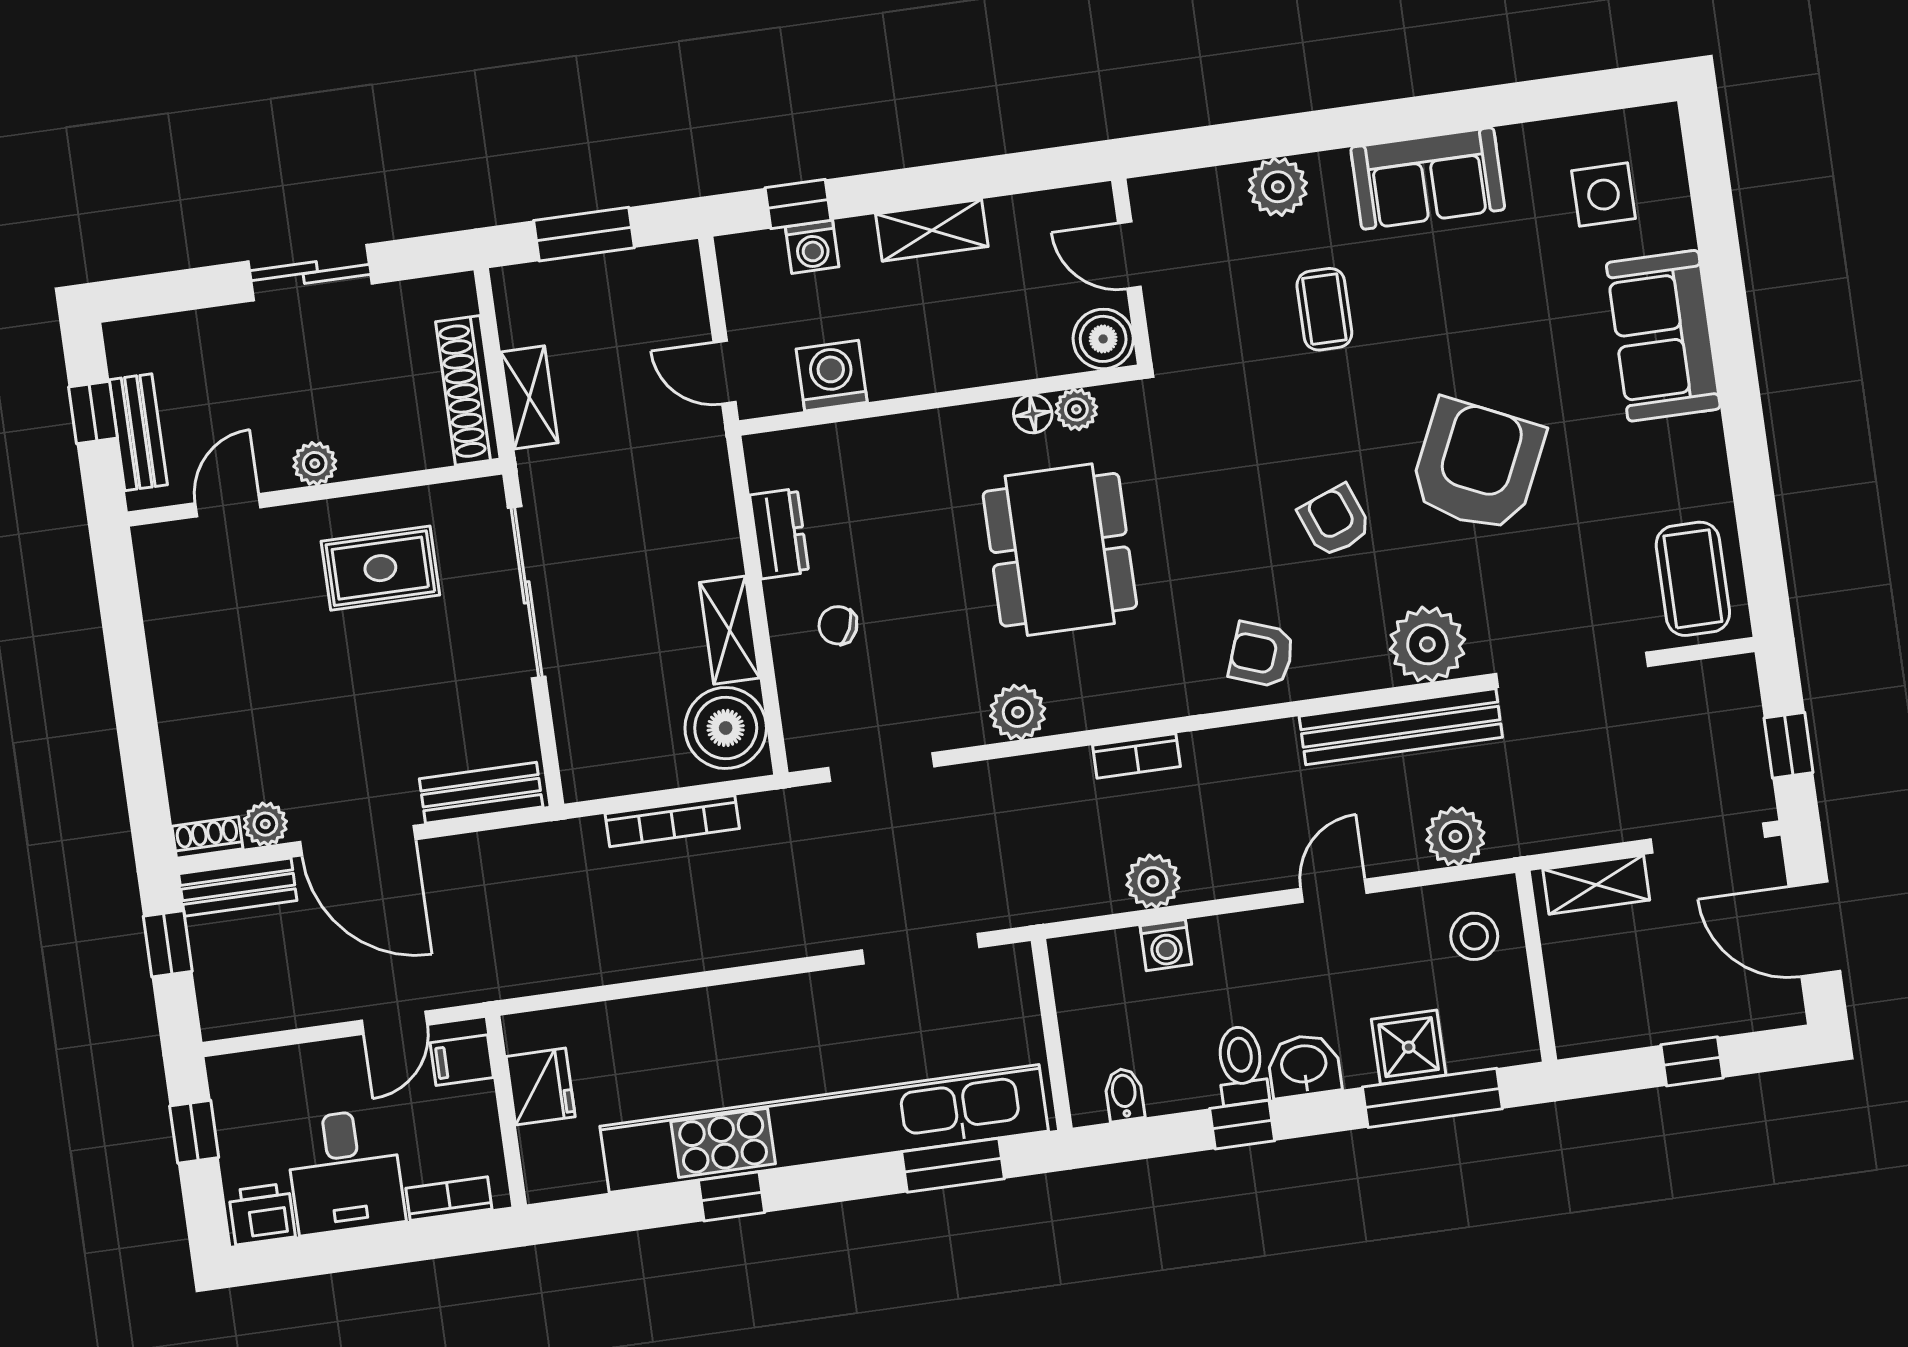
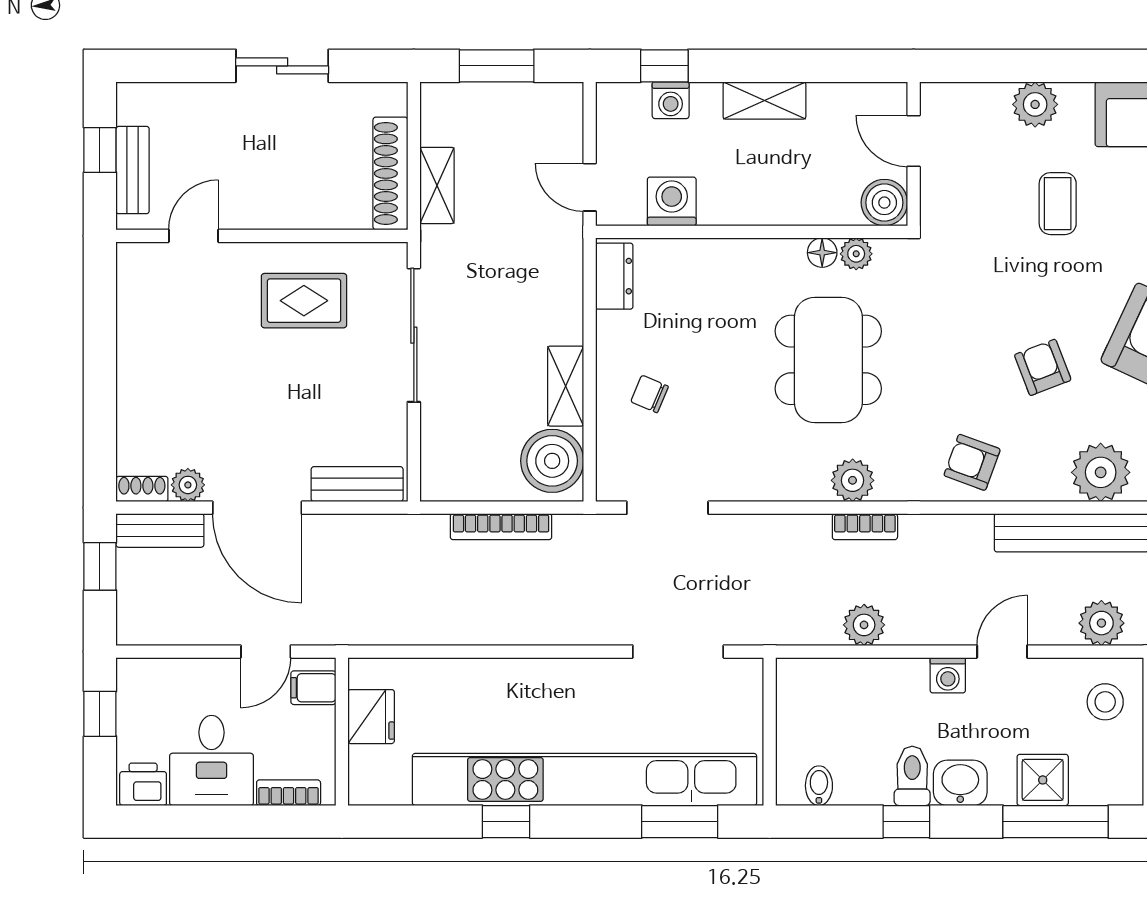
plant: (315, 464) -> (265, 213), removed
dresser: (779, 534) -> (614, 276), moved
plant: (1018, 712) -> (853, 480), moved
washing machine: (1166, 945) -> (948, 675), moved

